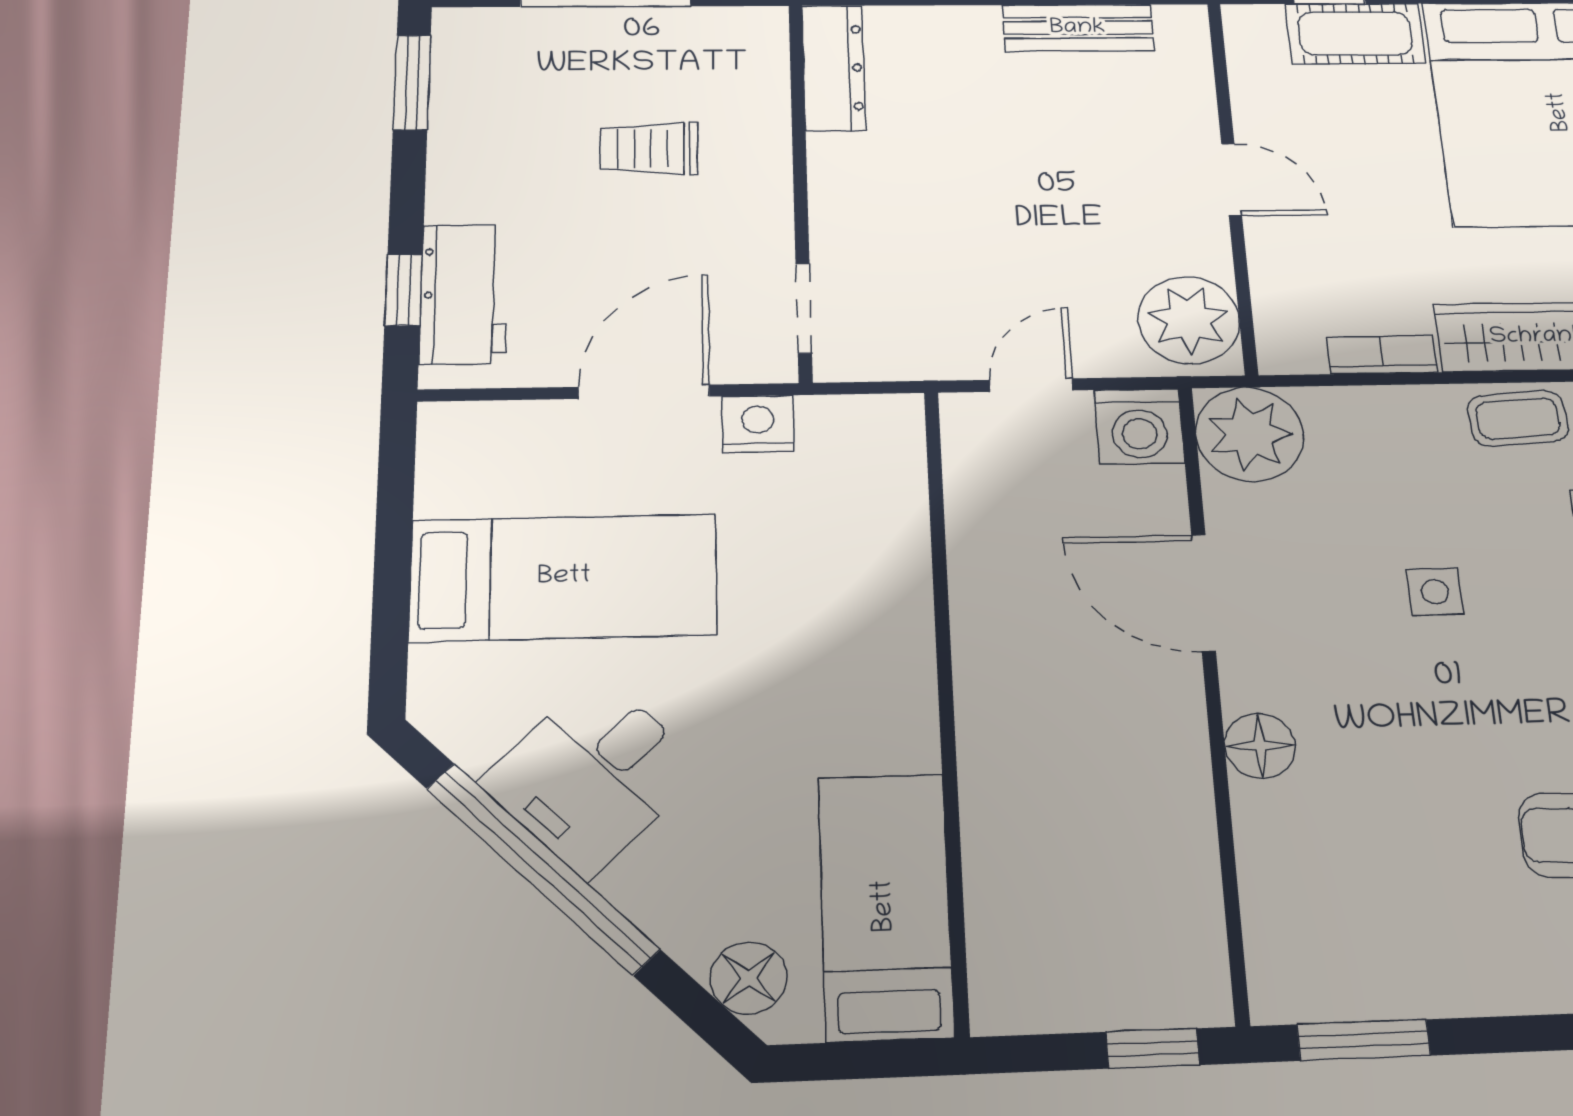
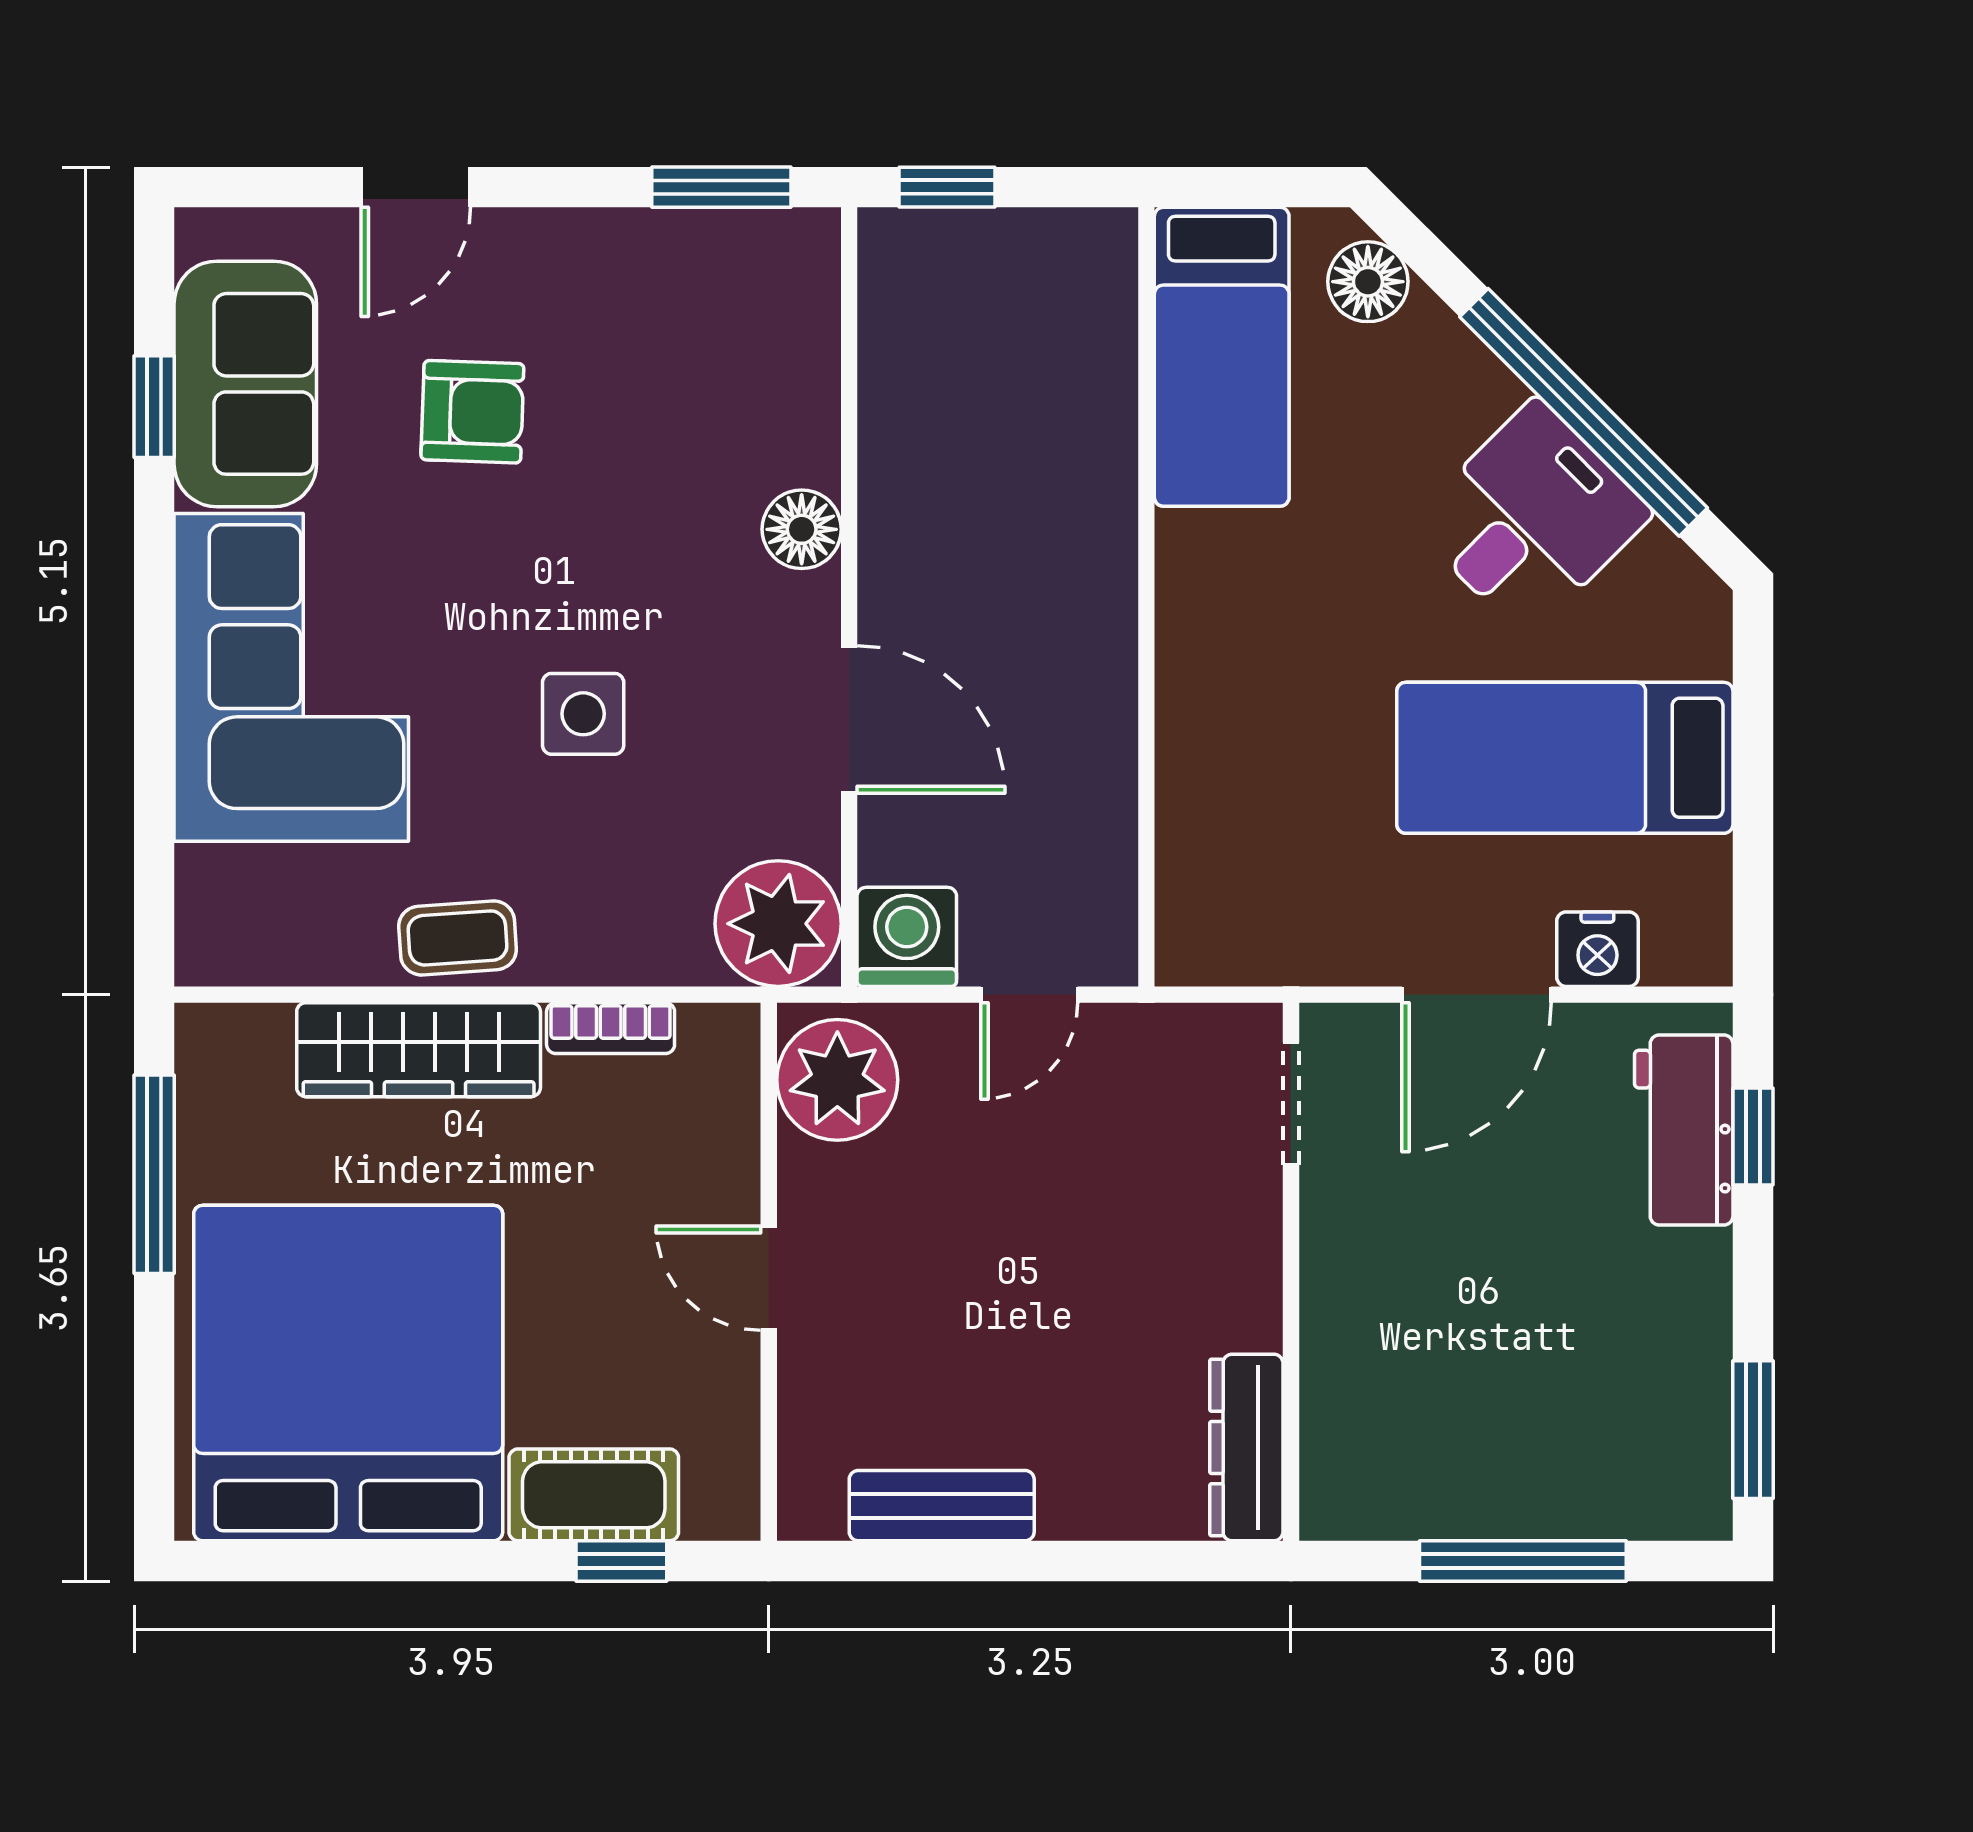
trolley: (649, 149) -> (1470, 1331), removed
nightstand: (758, 424) -> (1597, 949), moved
side table: (1435, 592) -> (583, 714), width x1.37, depth x1.37

